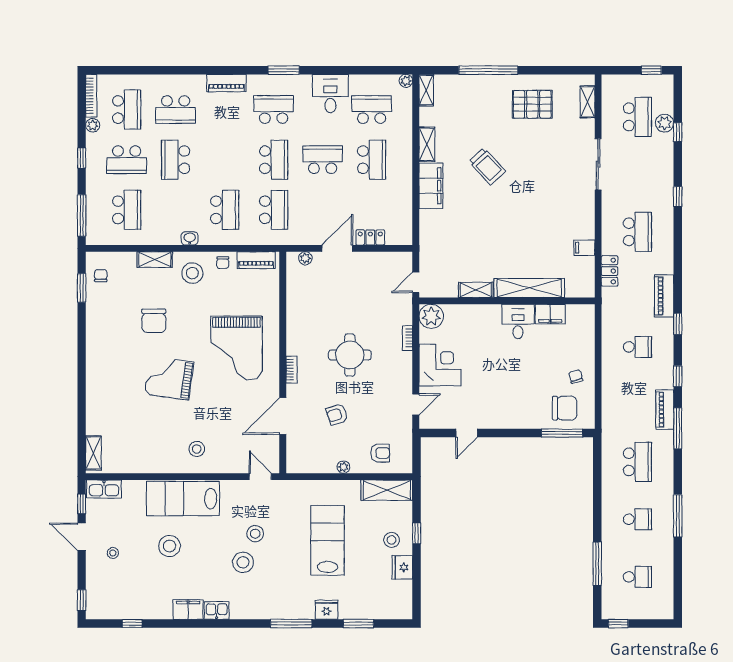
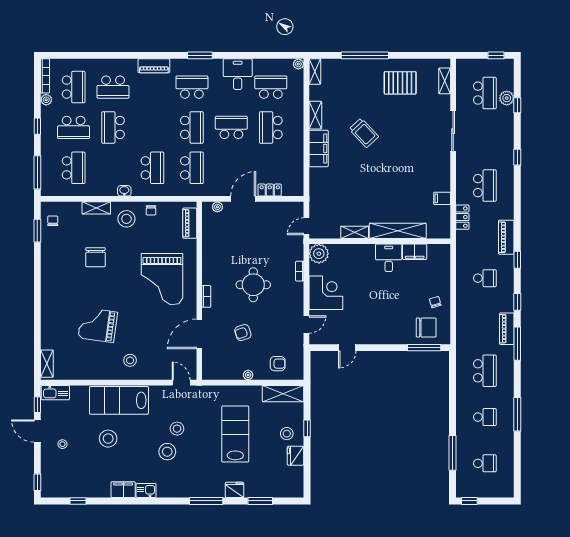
school desk: (372, 160) -> (271, 127), turned 180
piano: (256, 260) -> (190, 223), moved, turned 90
grand piano: (169, 378) -> (98, 325), moved

